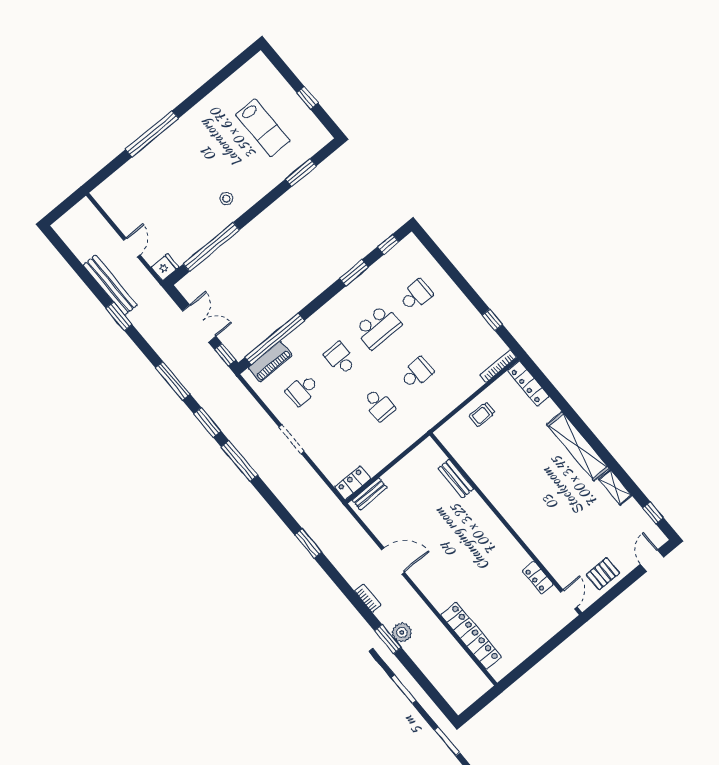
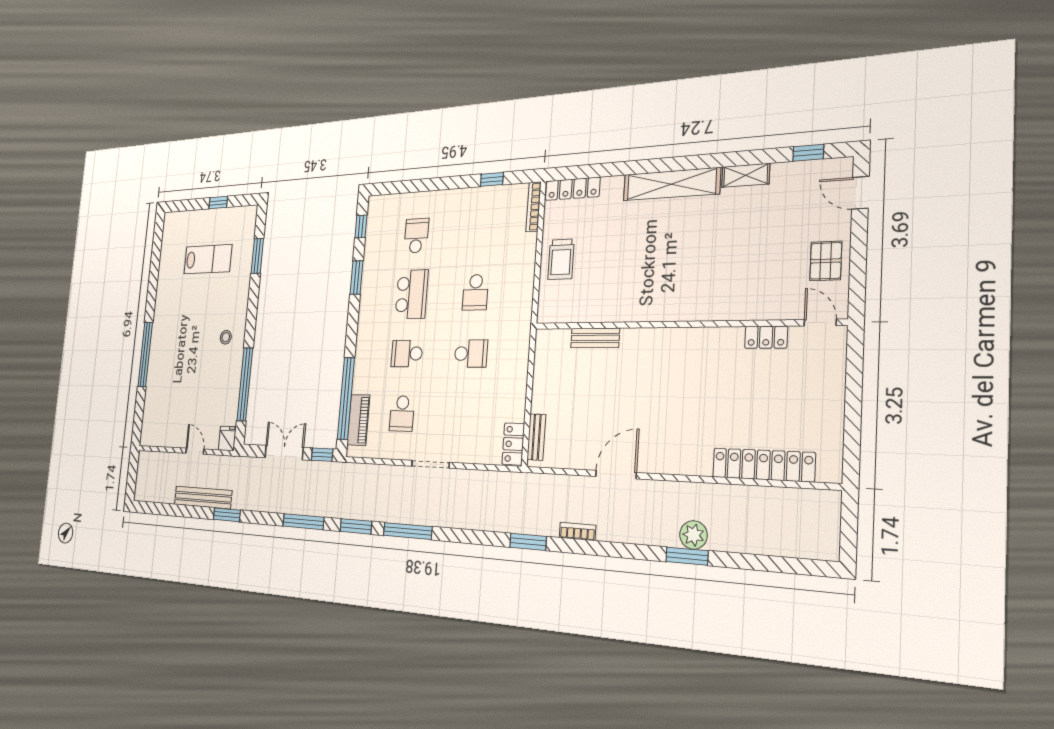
school desk: (417, 373) -> (475, 292), turned 180
trolley: (482, 414) -> (561, 259), width x1.36, depth x1.39
bookcase: (368, 598) -> (577, 531), moved

